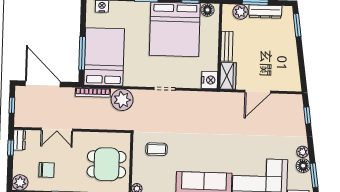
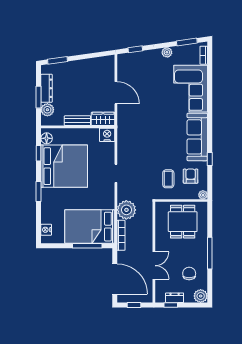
door: (43, 84) -> (115, 279), swing flipped
dresser: (19, 140) -> (175, 298), moved
floor lamp: (303, 166) -> (179, 52), removed
armchair: (159, 175) -> (191, 176), added

